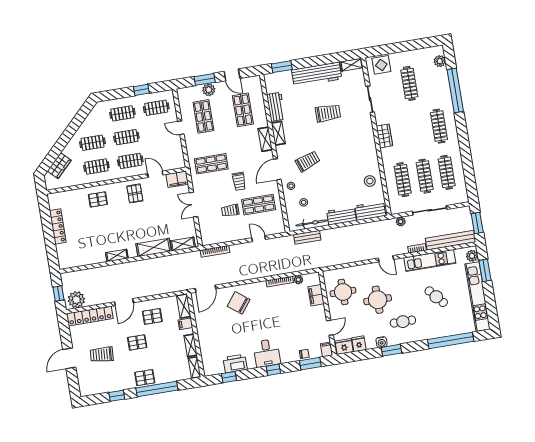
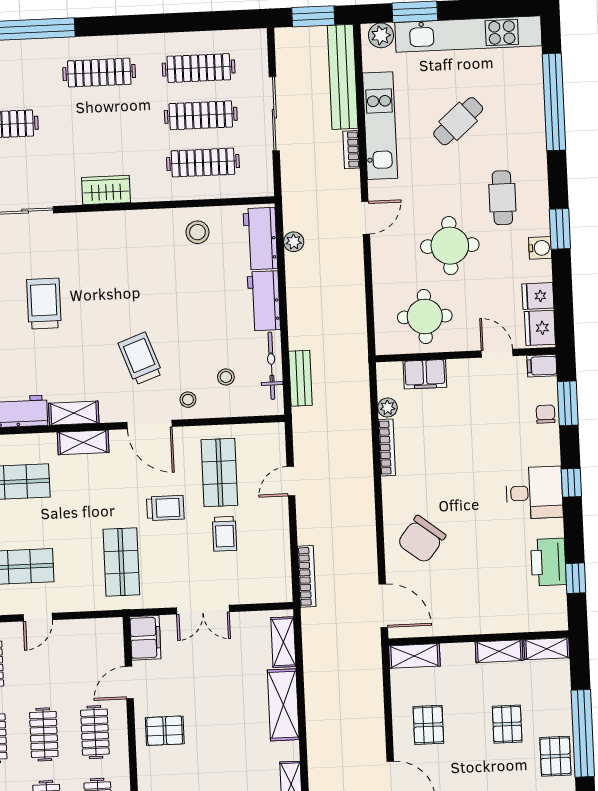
plant: (401, 222) -> (294, 242), moved
filing cabinet: (185, 324) -> (452, 657), removed
pallet: (137, 342) -> (507, 724), moved

